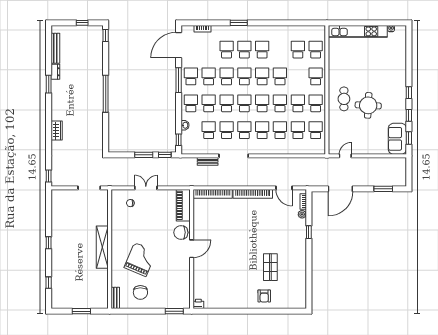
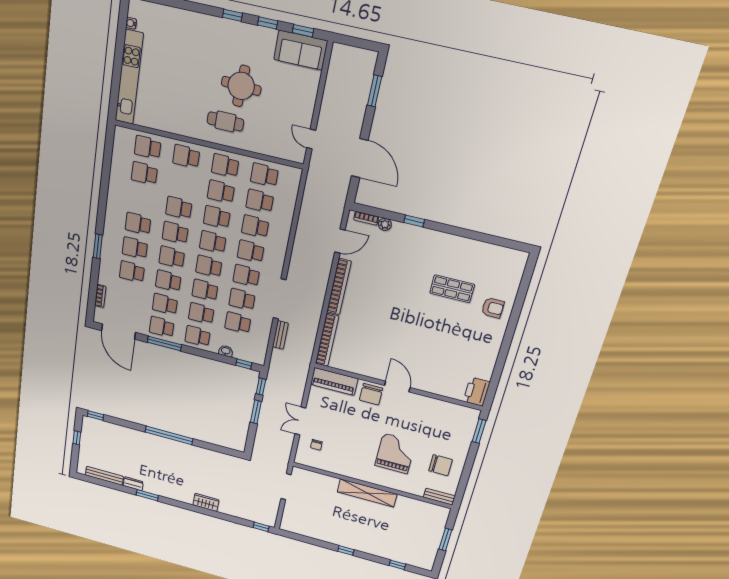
grand piano: (140, 259) -> (395, 453), turned 67
printer: (198, 304) -> (477, 392), width x1.87, depth x1.48

